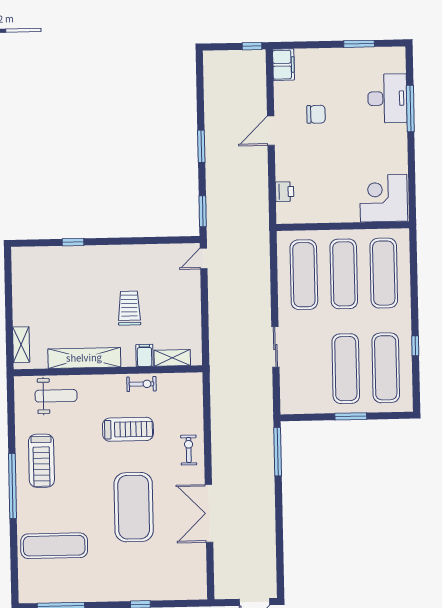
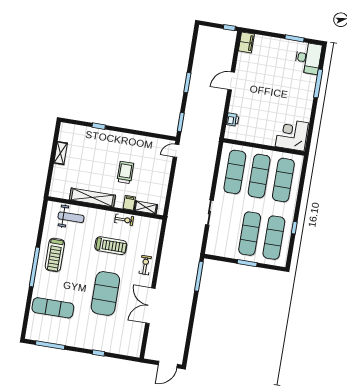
desk: (387, 98) -> (308, 58), moved
chair: (316, 114) -> (260, 76), removed
shelving: (21, 345) -> (61, 153), moved

